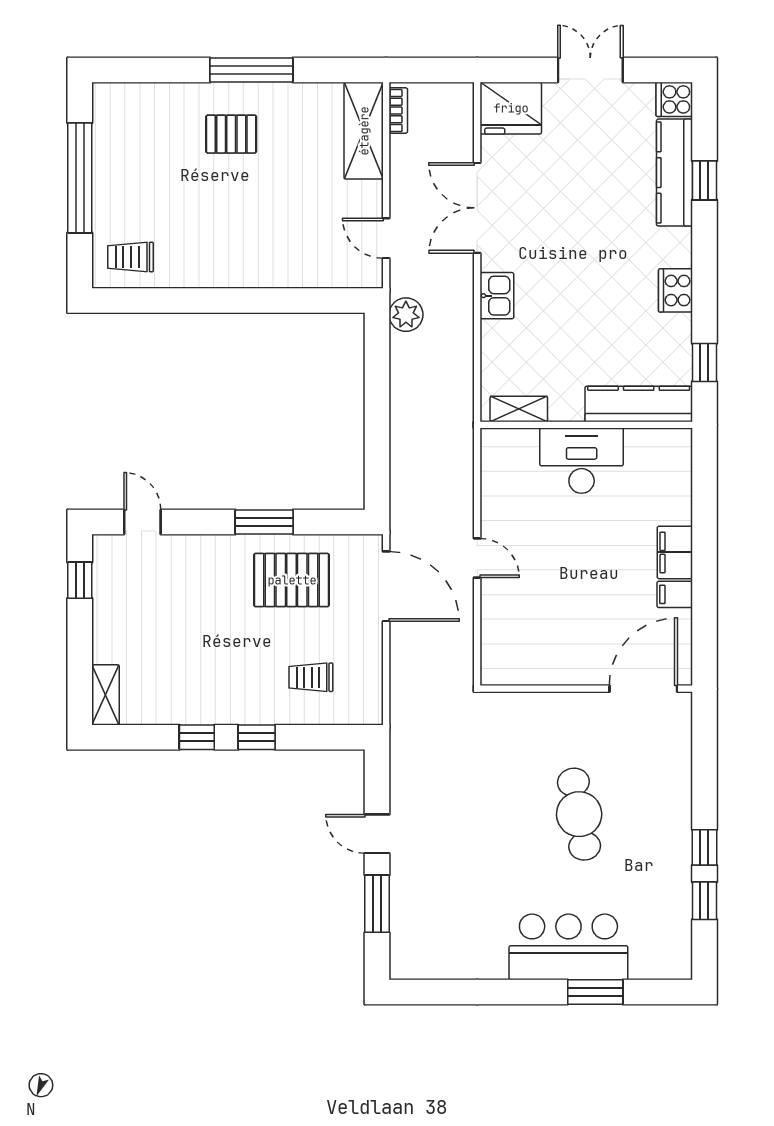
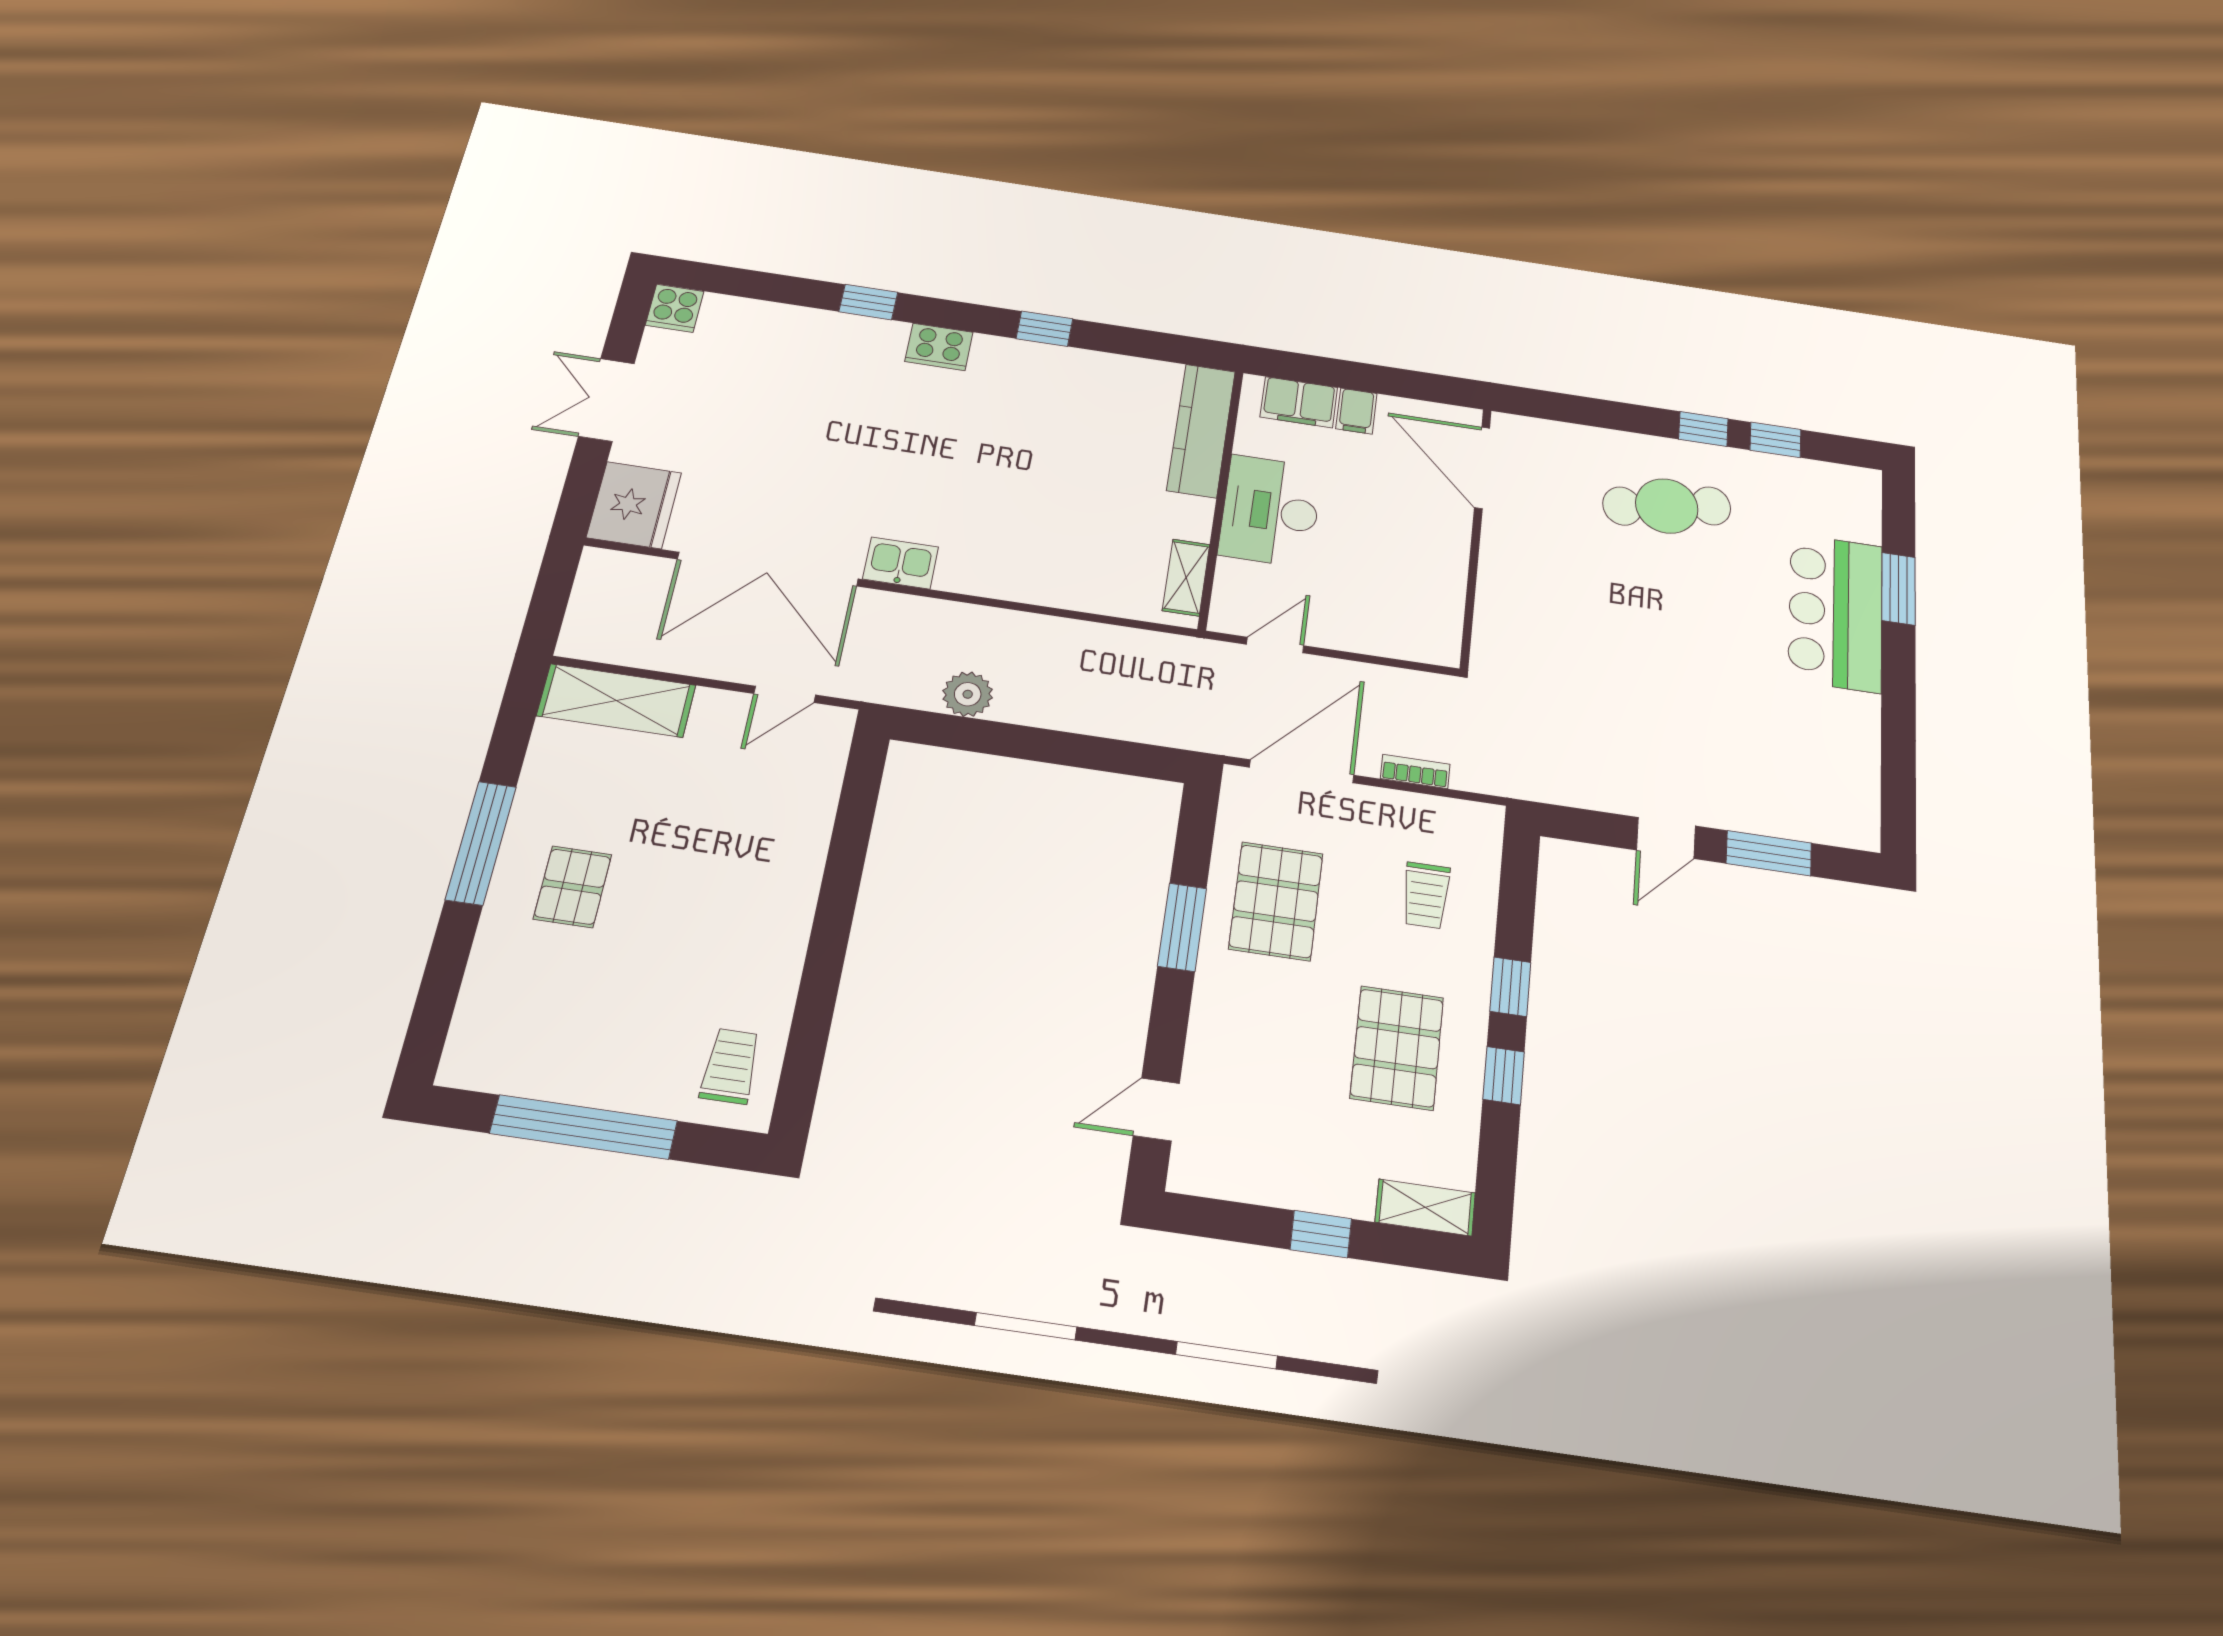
bookcase: (398, 111) -> (1415, 771), moved
kitchen counter: (674, 173) -> (776, 323), removed
window: (704, 180) -> (868, 302), moved
double door: (477, 208) -> (768, 569), width x1.36
trolley: (131, 257) -> (730, 1066), turned 180
plant: (406, 315) -> (968, 694), moved
kitchen counter: (639, 404) -> (1201, 431), moved
shelving: (519, 409) -> (1186, 577), moved
wall: (586, 425) -> (1221, 498), moved
desk: (582, 461) -> (1270, 511), moved
window: (80, 580) -> (1321, 1234), moved
pallet: (205, 668) -> (1397, 1048), added
cafe table: (579, 814) -> (1667, 506), moved

